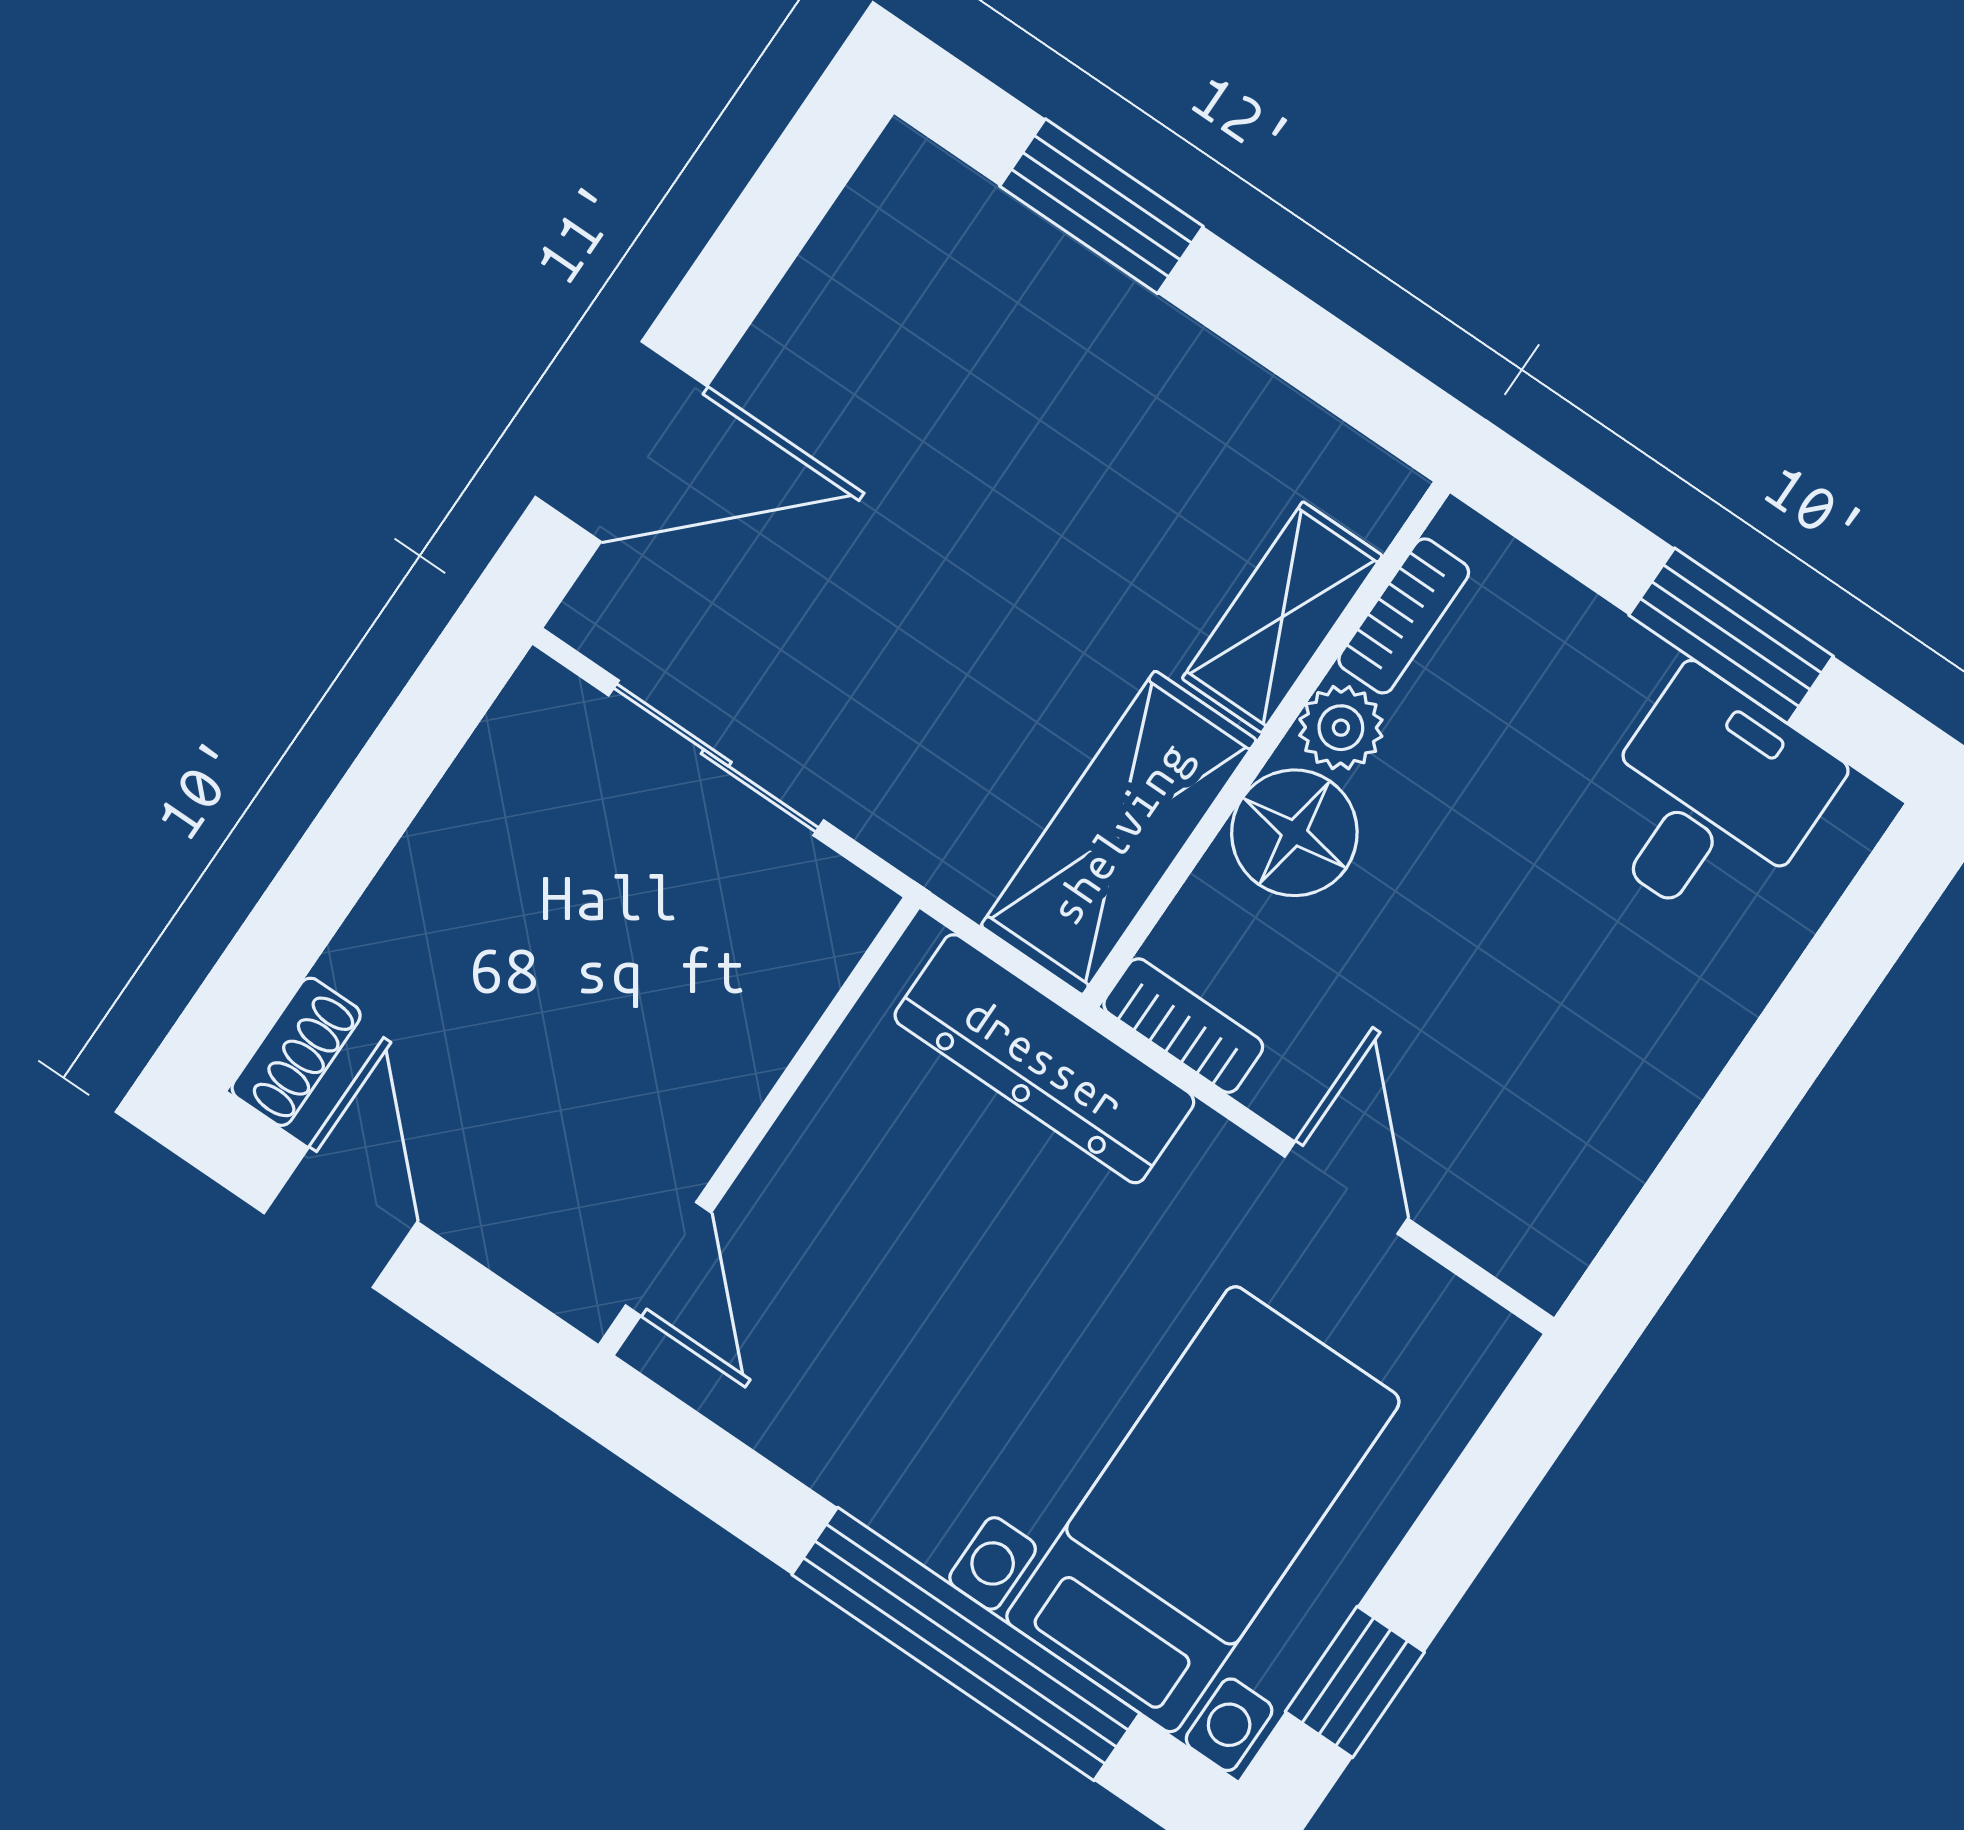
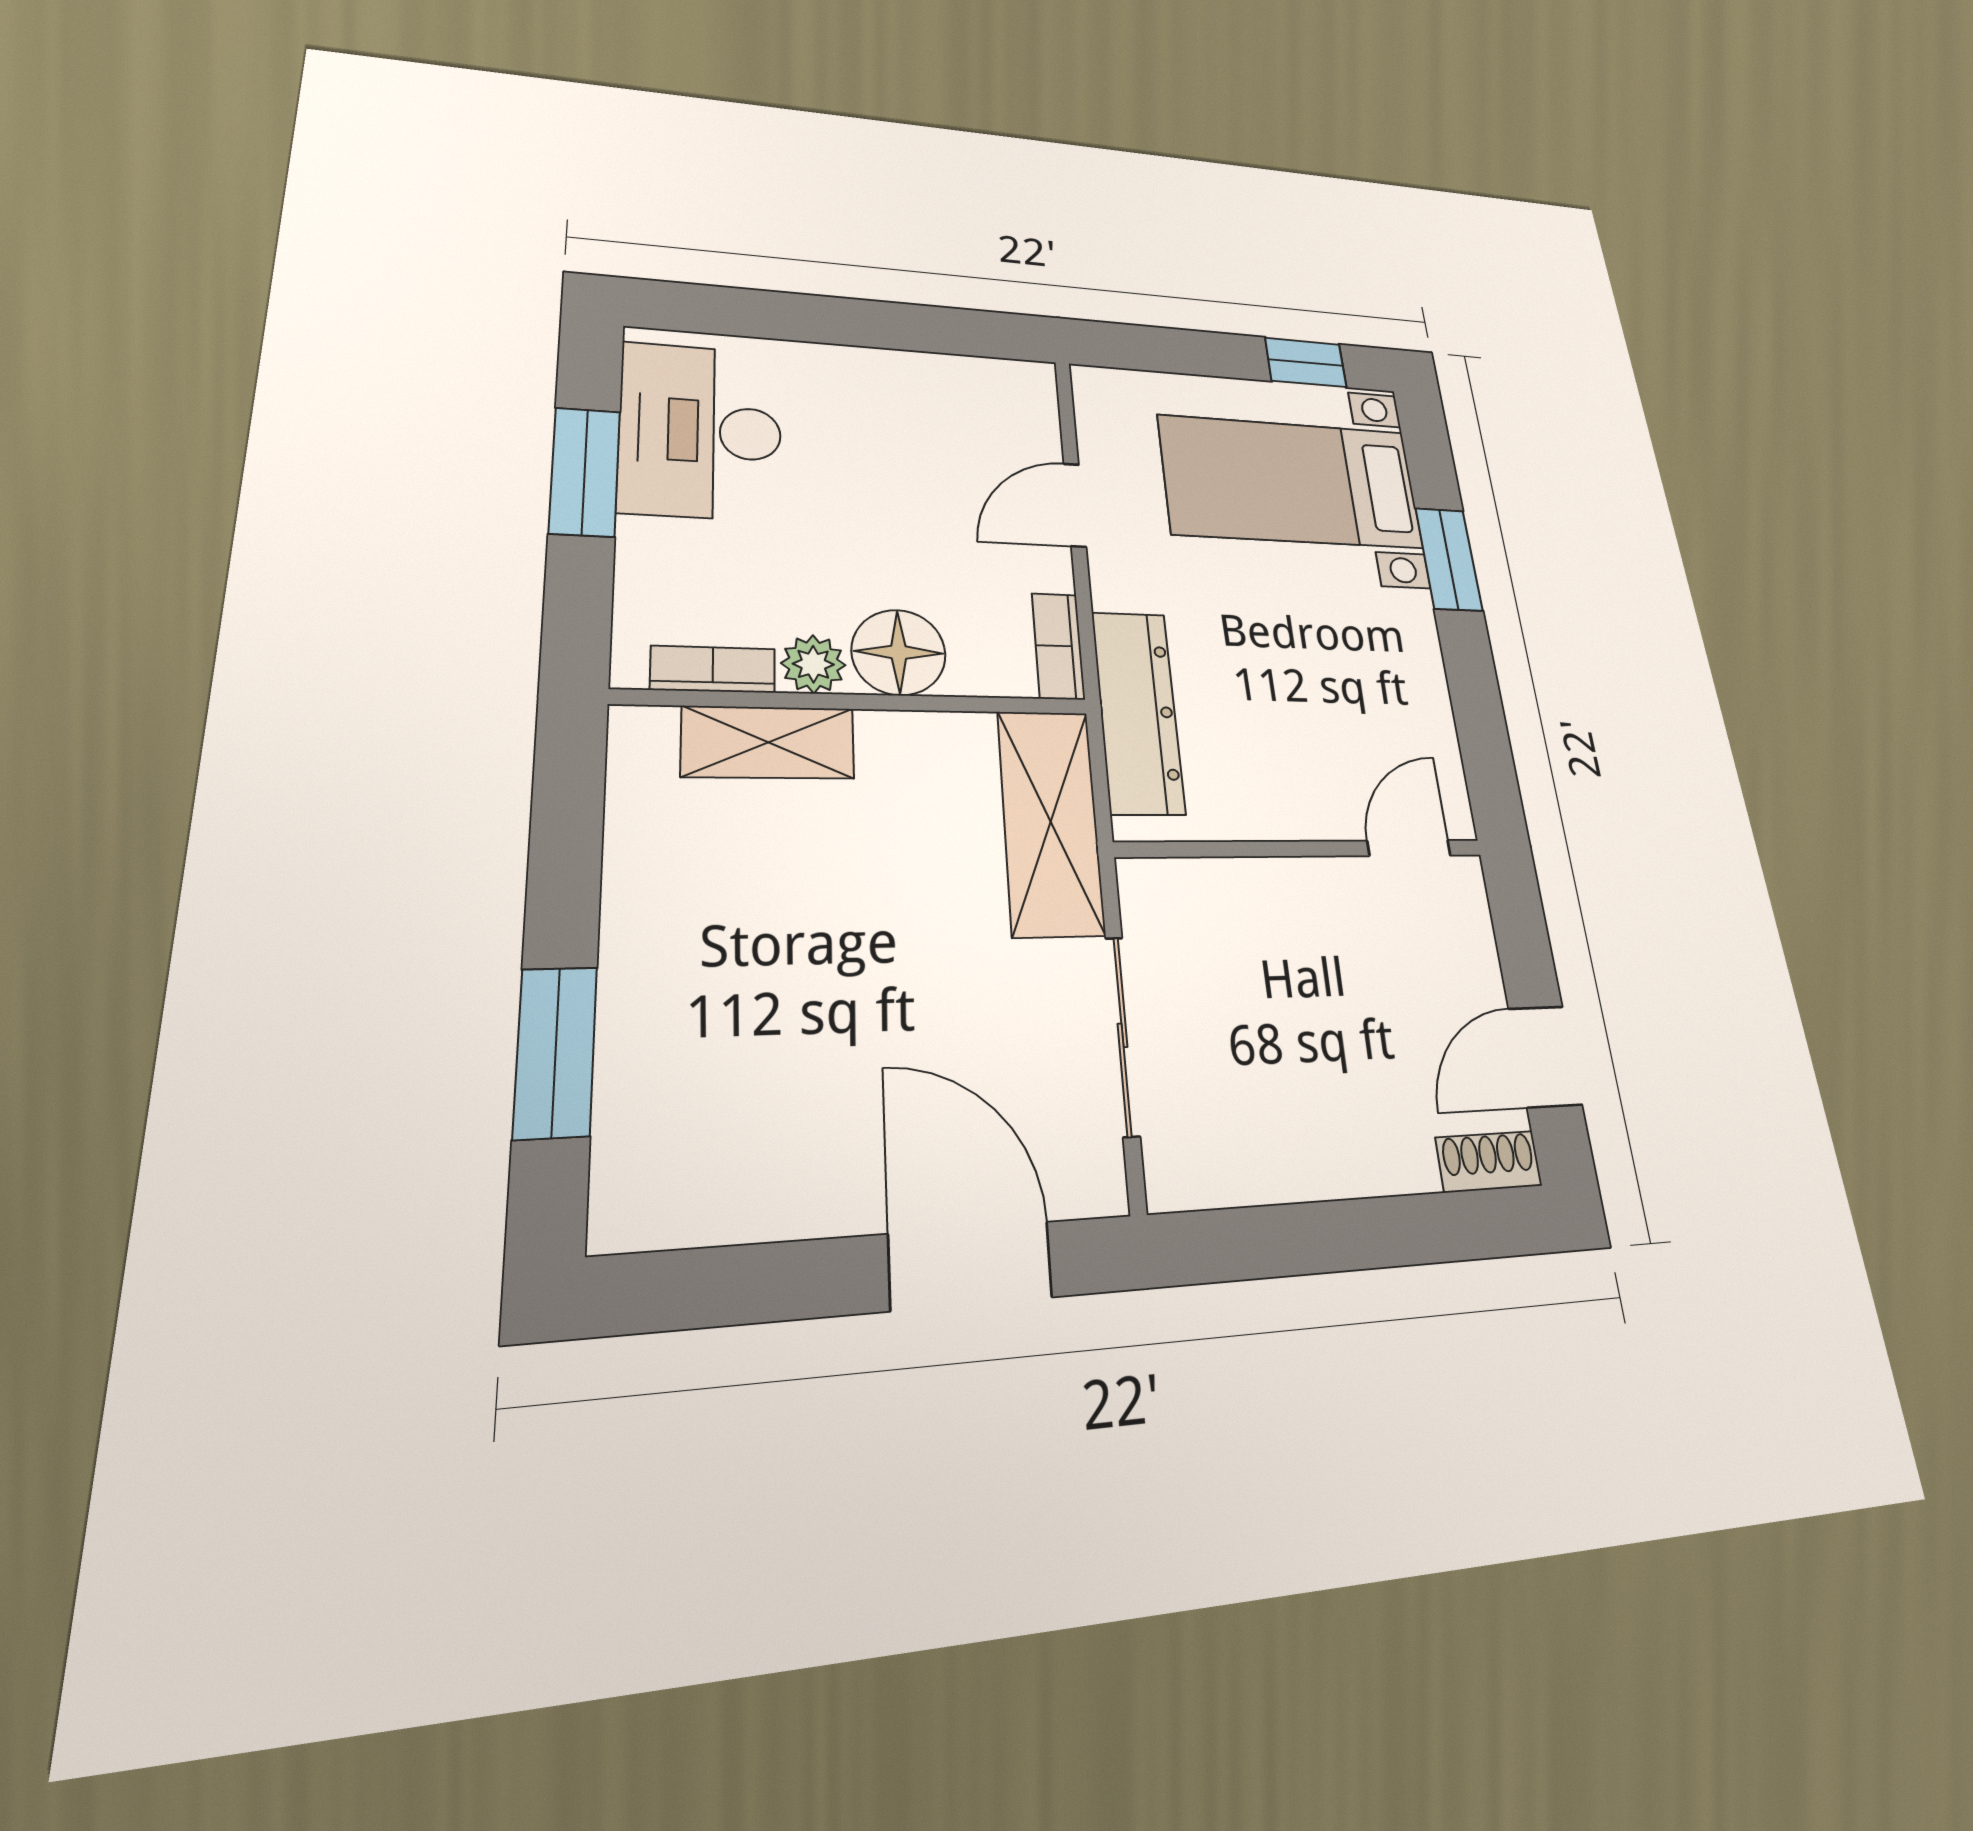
desk: (1710, 800) -> (701, 431), width x1.37
shelving: (1119, 833) -> (1051, 822), moved, turned 90
window: (966, 1644) -> (1449, 559), width x0.47

